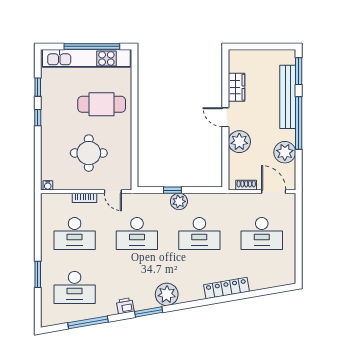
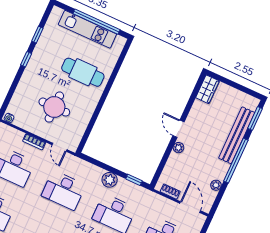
kitchen unit: (86, 58) -> (87, 29), width x0.73
wardrobe: (236, 87) -> (207, 89), moved
plant: (239, 142) -> (178, 148), width x0.53, depth x0.53
plant: (285, 152) -> (216, 185), width x0.53, depth x0.53
window: (172, 190) -> (134, 180), moved

